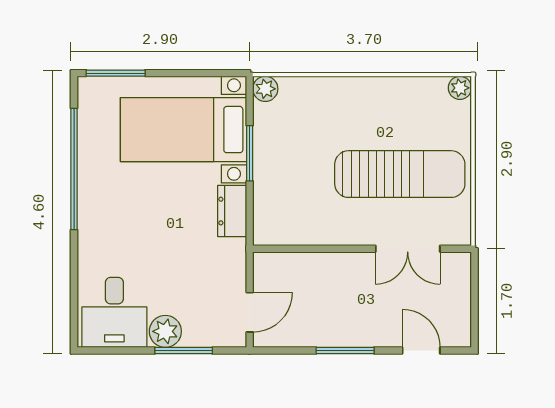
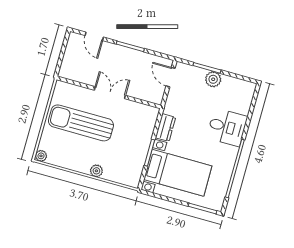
plant: (265, 89) -> (96, 171), moved
double door: (408, 249) -> (110, 93), moved
desk: (114, 312) -> (227, 127), moved, turned 90
door: (250, 312) -> (171, 77), hinge flipped

